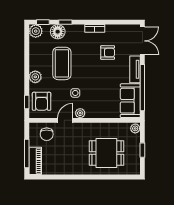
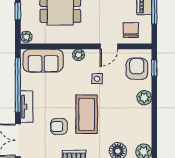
coffee table: (62, 63) -> (87, 114), moved
sofa: (130, 101) -> (43, 61), moved, turned 90
plant: (80, 113) -> (79, 55), moved

